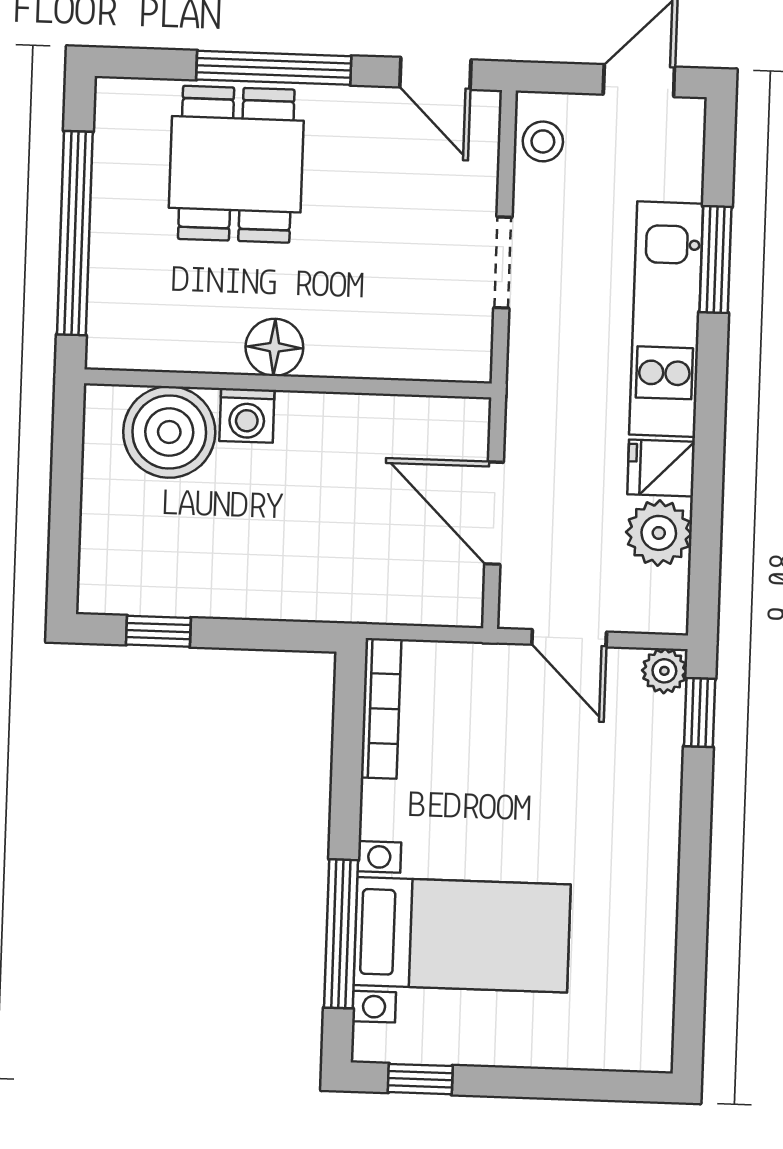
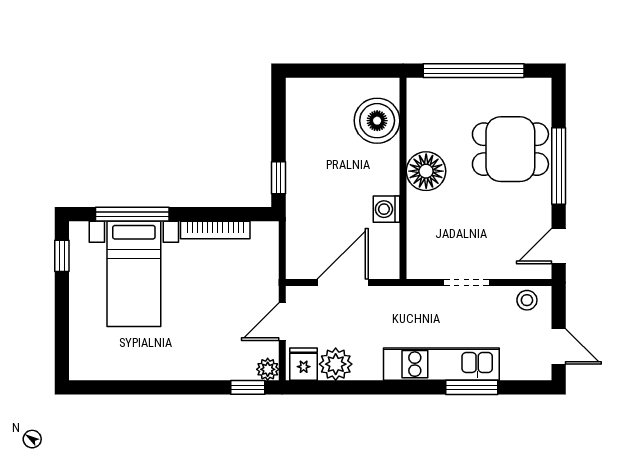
floor lamp: (274, 347) -> (426, 171), width x1.38, depth x1.38
washing machine: (247, 415) -> (387, 209), moved
fridge: (661, 468) -> (304, 364), moved
window: (158, 631) -> (279, 178), moved
bookcase: (381, 708) -> (215, 230), moved

